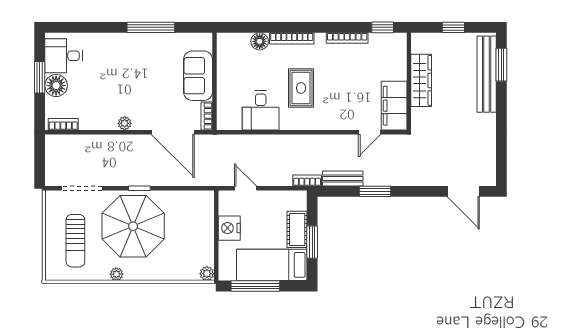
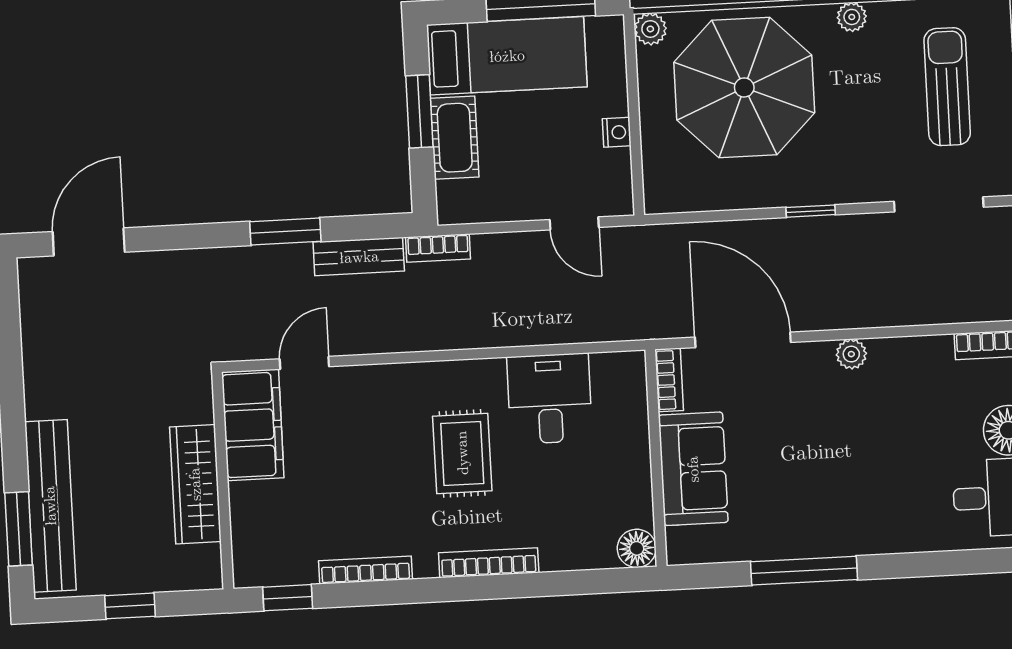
floor lamp: (260, 41) -> (637, 548), moved
door: (463, 191) -> (89, 242), hinge flipped
parasol: (133, 226) -> (744, 87), moved
nightstand: (229, 228) -> (617, 132), width x0.53, depth x0.56

